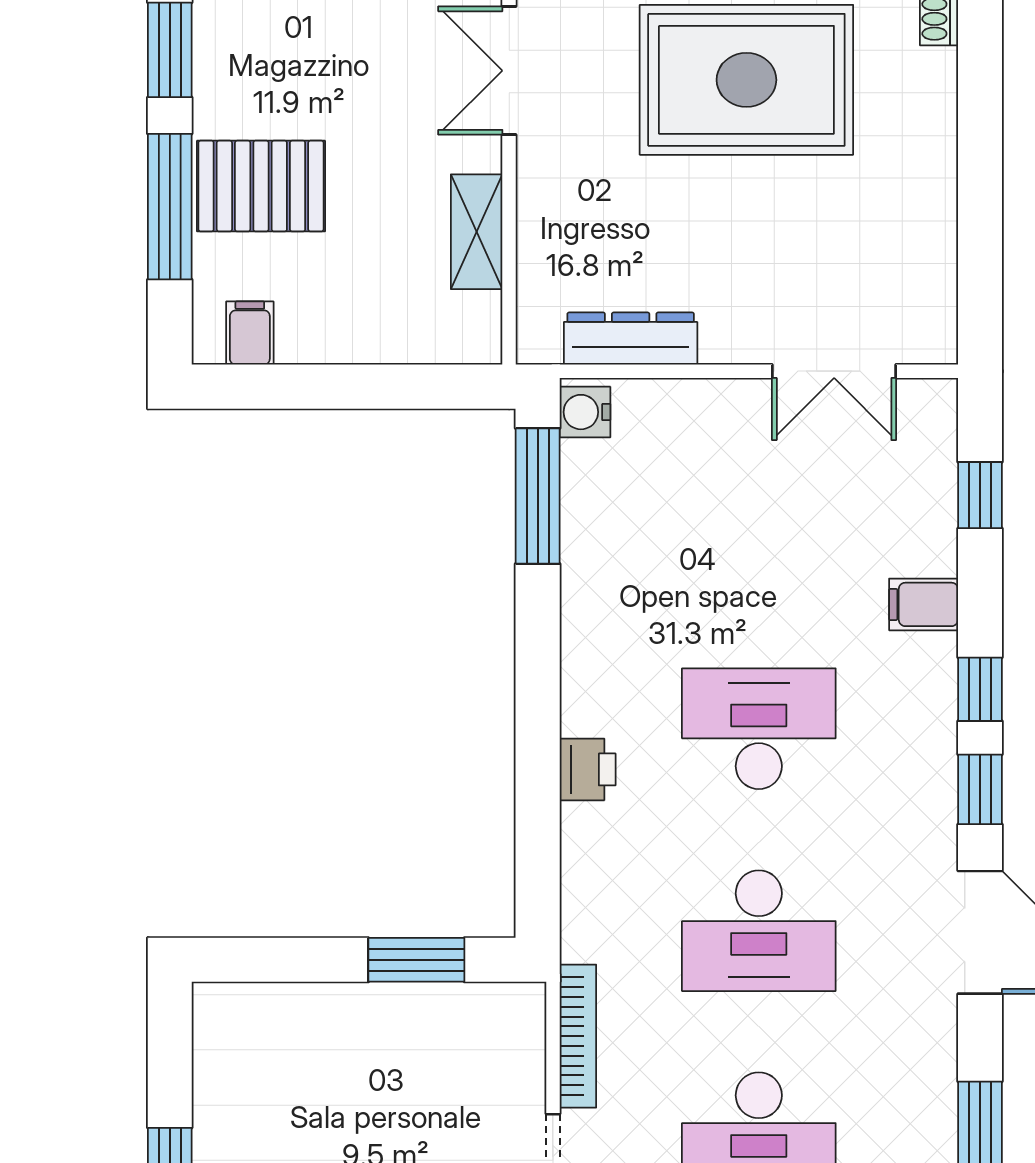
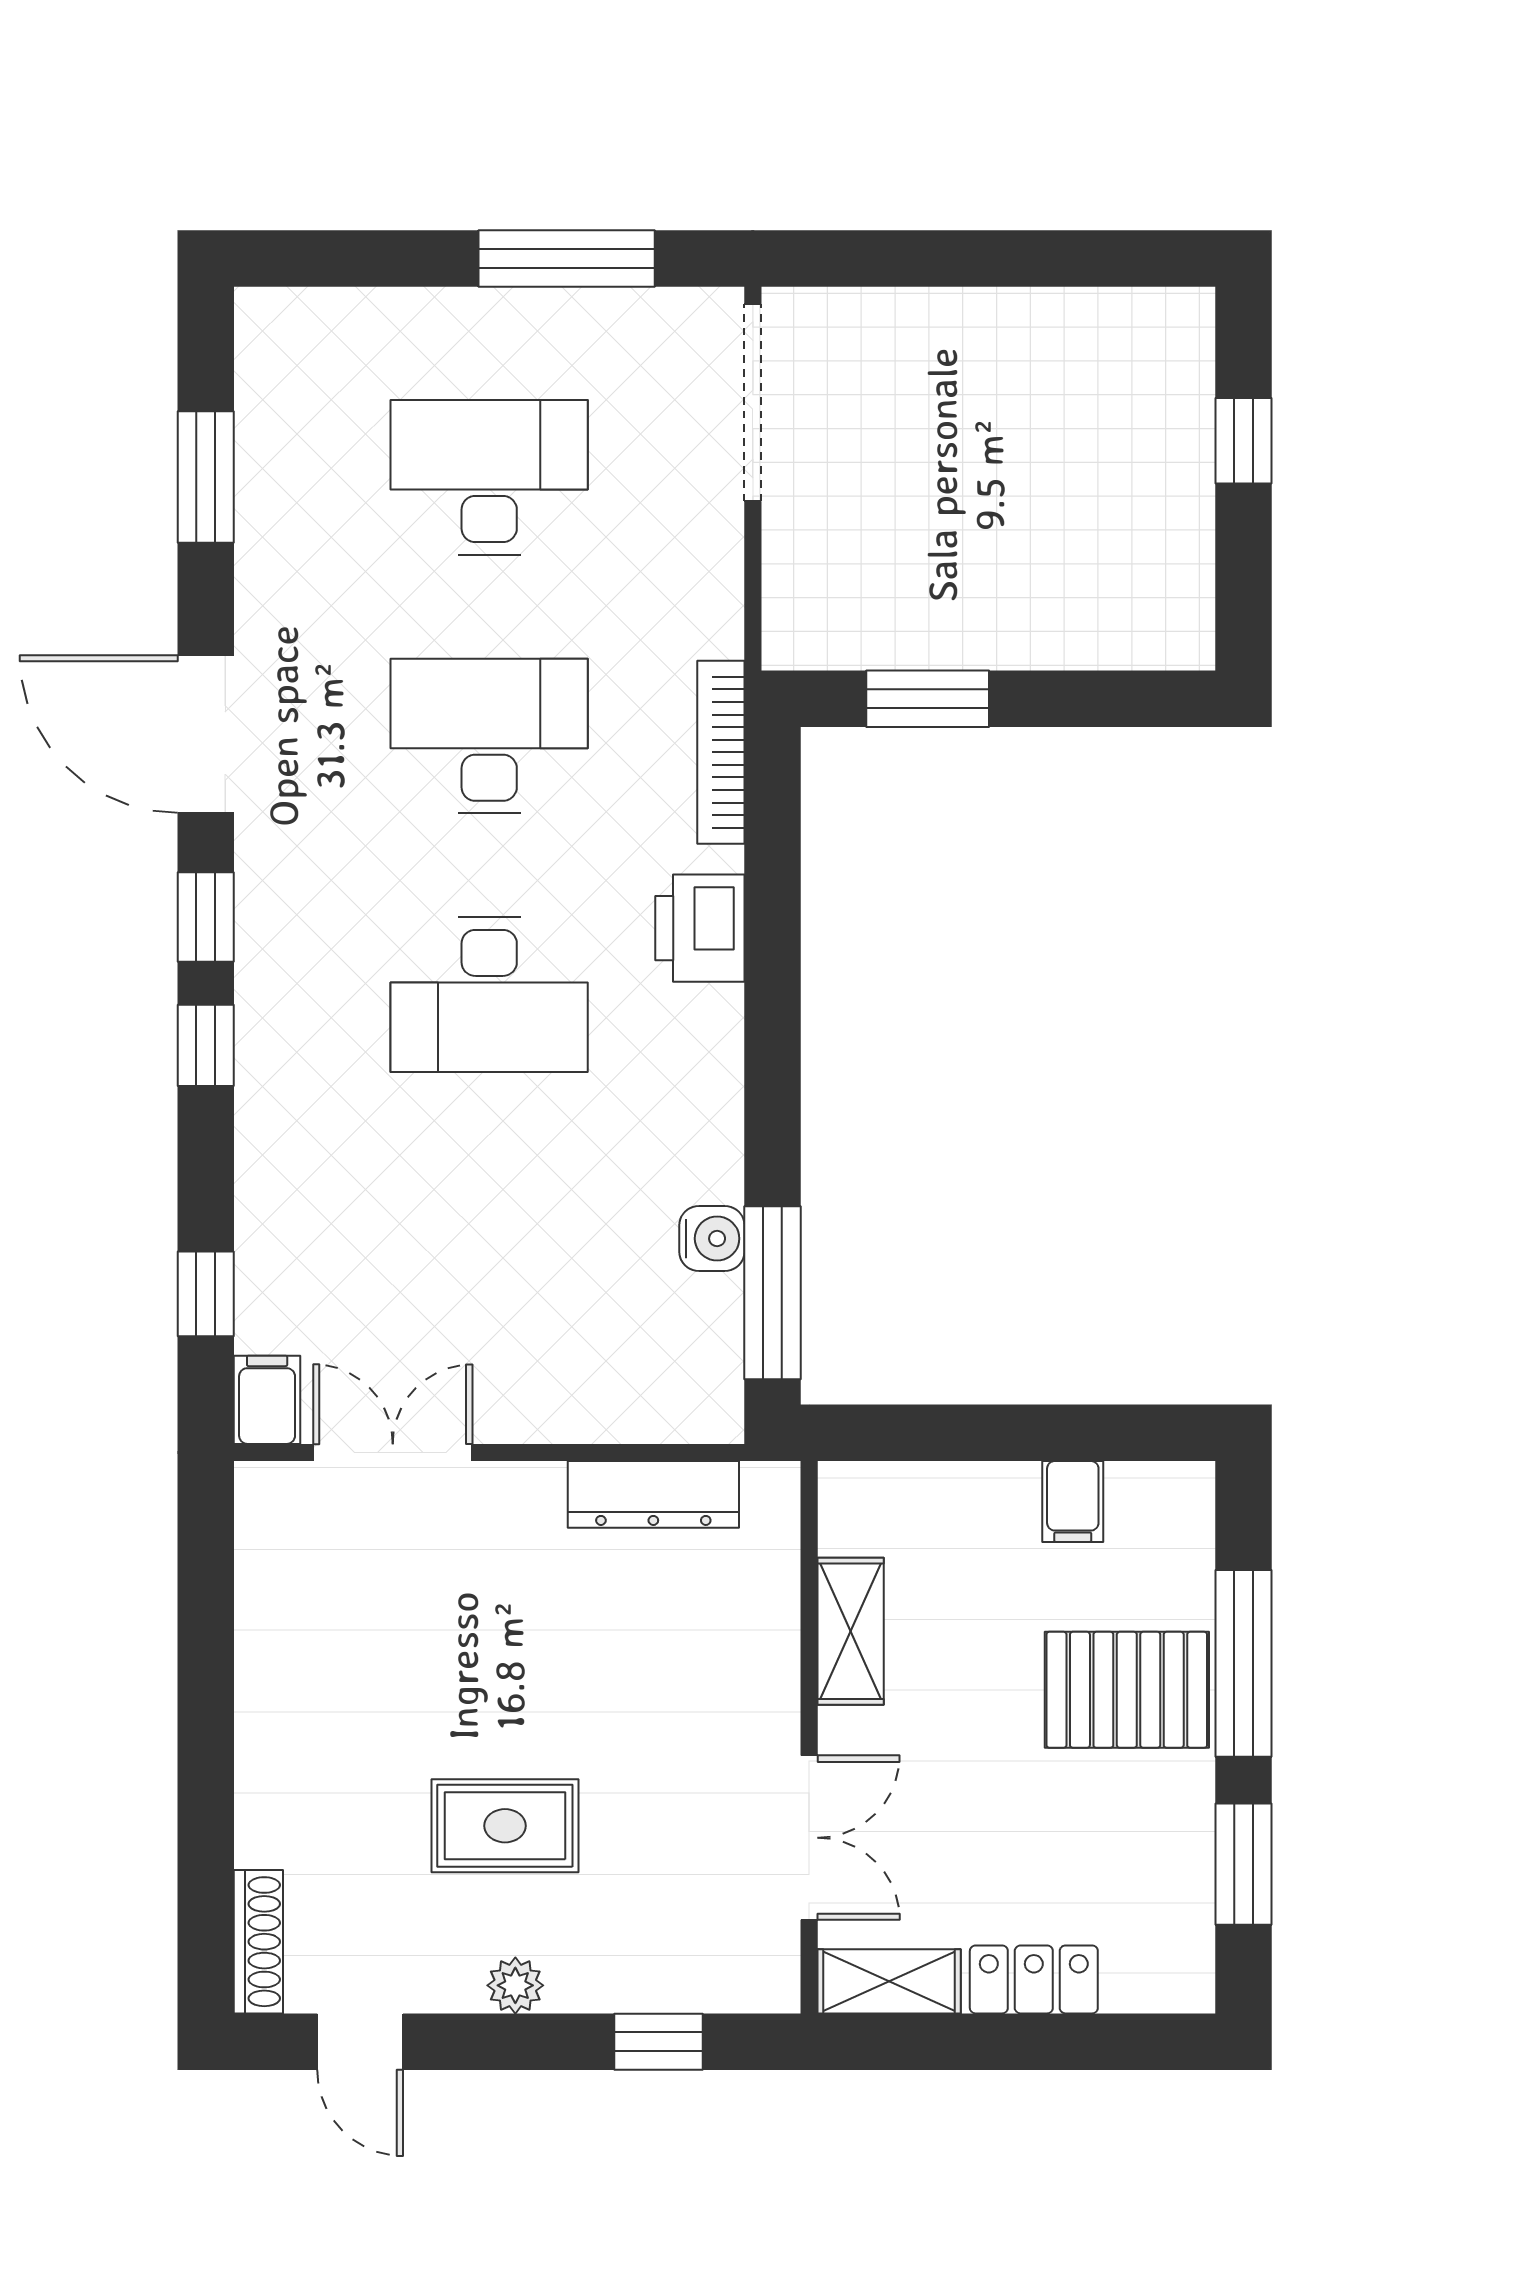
rug: (746, 80) -> (505, 1826), width x0.54, depth x0.49
filing cabinet: (250, 333) -> (1073, 1501), moved
water cooler: (585, 412) -> (712, 1239), moved
filing cabinet: (924, 604) -> (267, 1400), moved, turned -90
printer: (588, 769) -> (700, 928), width x1.36, depth x1.24
bookcase: (578, 1036) -> (721, 752), moved

